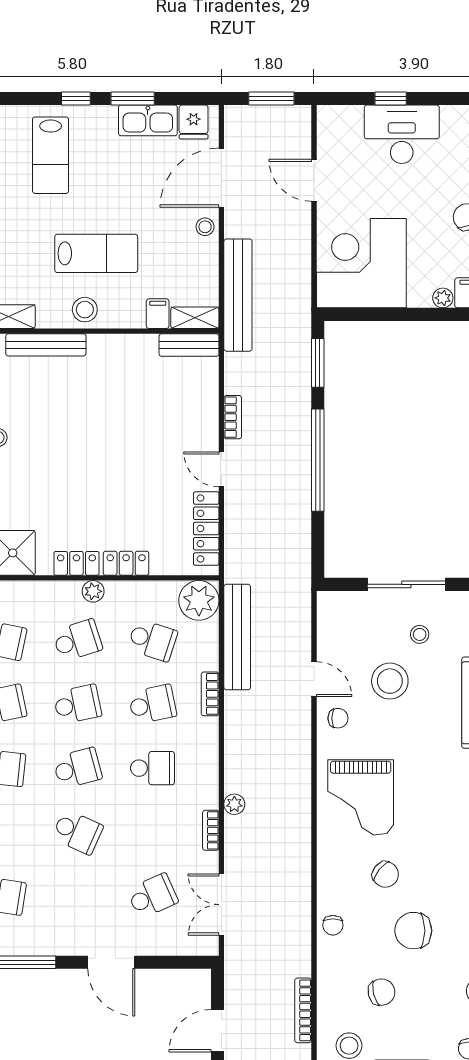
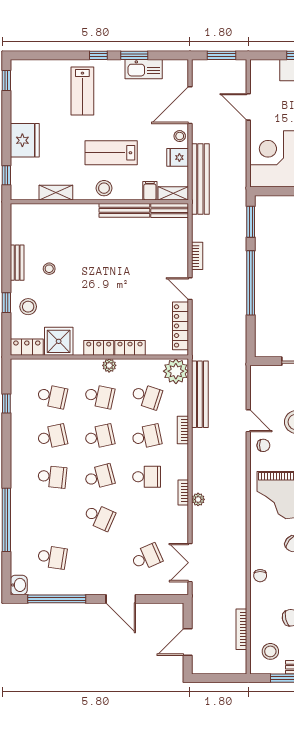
fridge: (194, 122) -> (178, 157), moved, turned 90
lab bench: (96, 253) -> (111, 153), turned 180
bench: (46, 345) -> (124, 210), moved
school desk: (77, 640) -> (99, 396), turned 30
bookcase: (211, 830) -> (183, 493), moved

